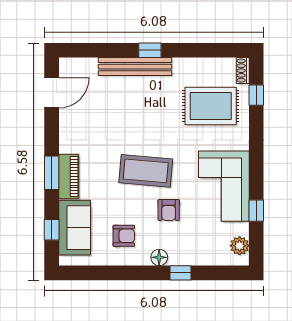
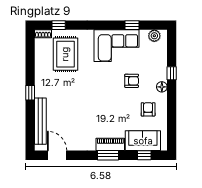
bench: (135, 67) -> (40, 121), moved
coffee table: (146, 171) -> (107, 95), removed

